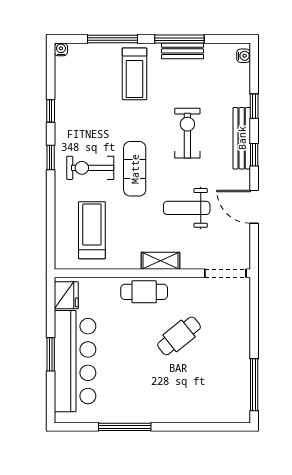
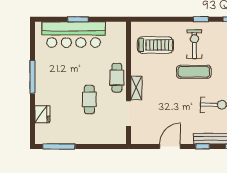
weight bench: (187, 208) -> (169, 104), removed
doorway: (225, 273) -> (129, 114), moved
fridge: (66, 295) -> (42, 114), moved, turned -90
cafe table: (179, 336) -> (89, 99), turned 39
window: (125, 427) -> (33, 77), moved

